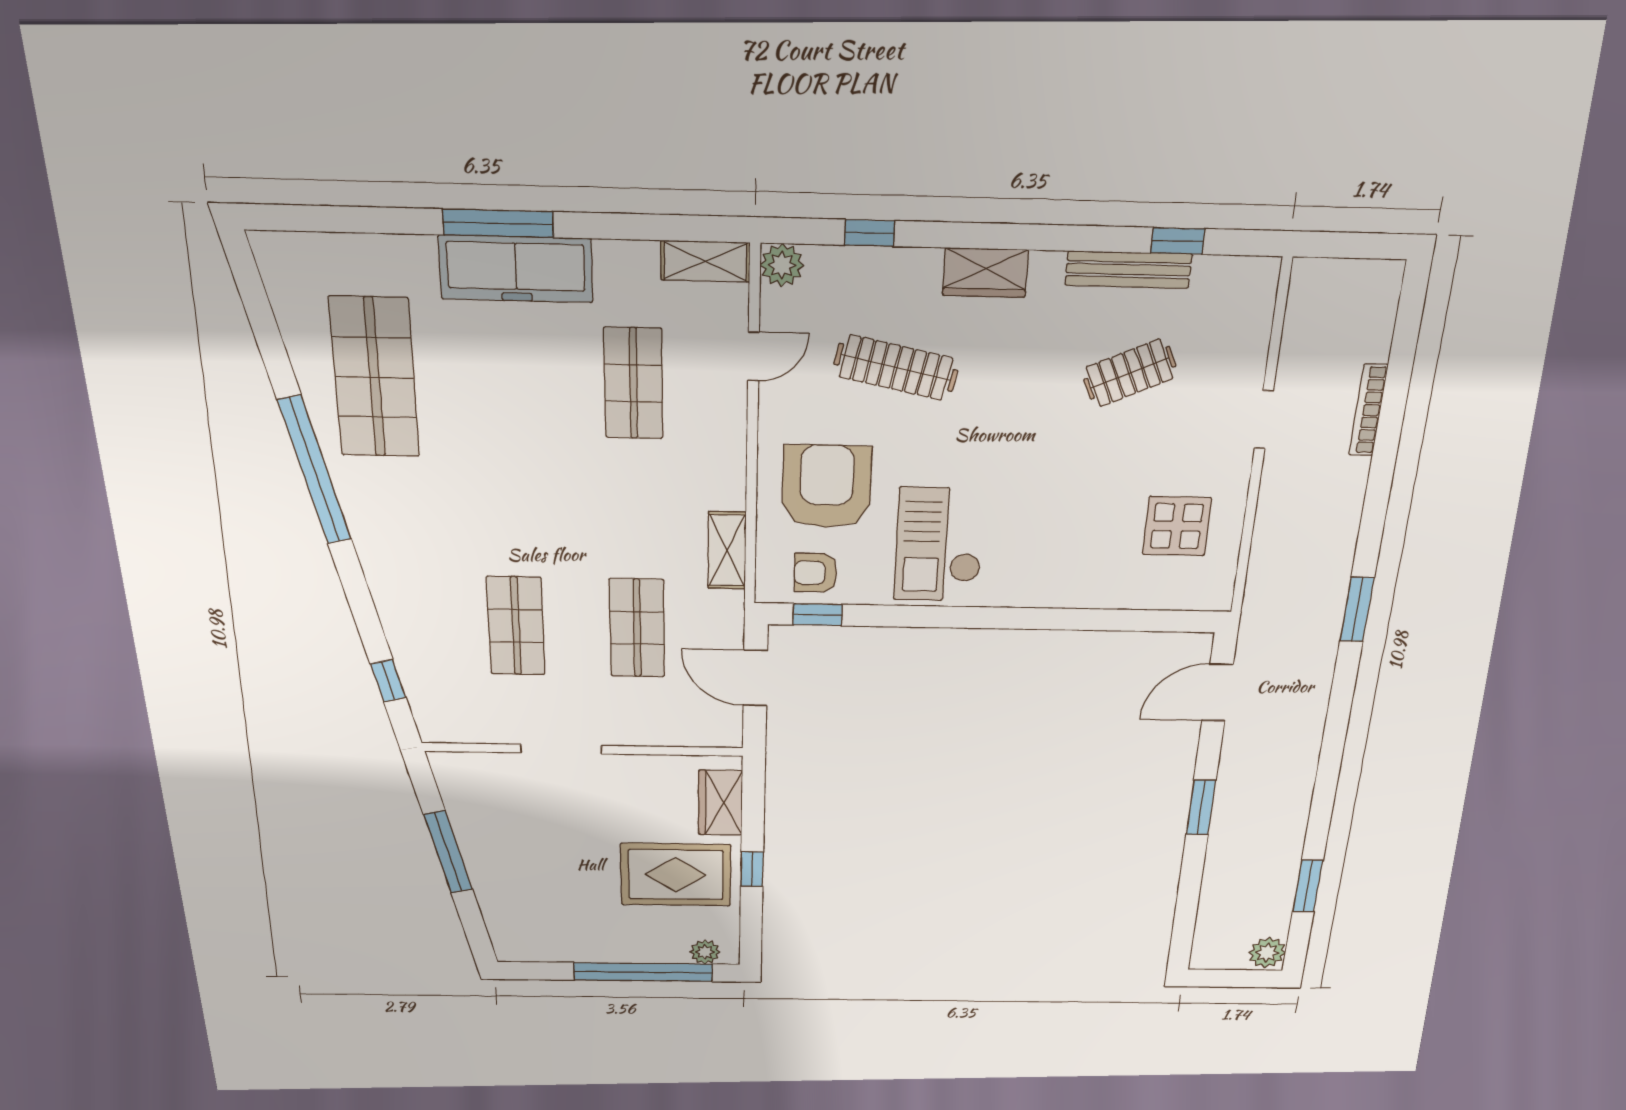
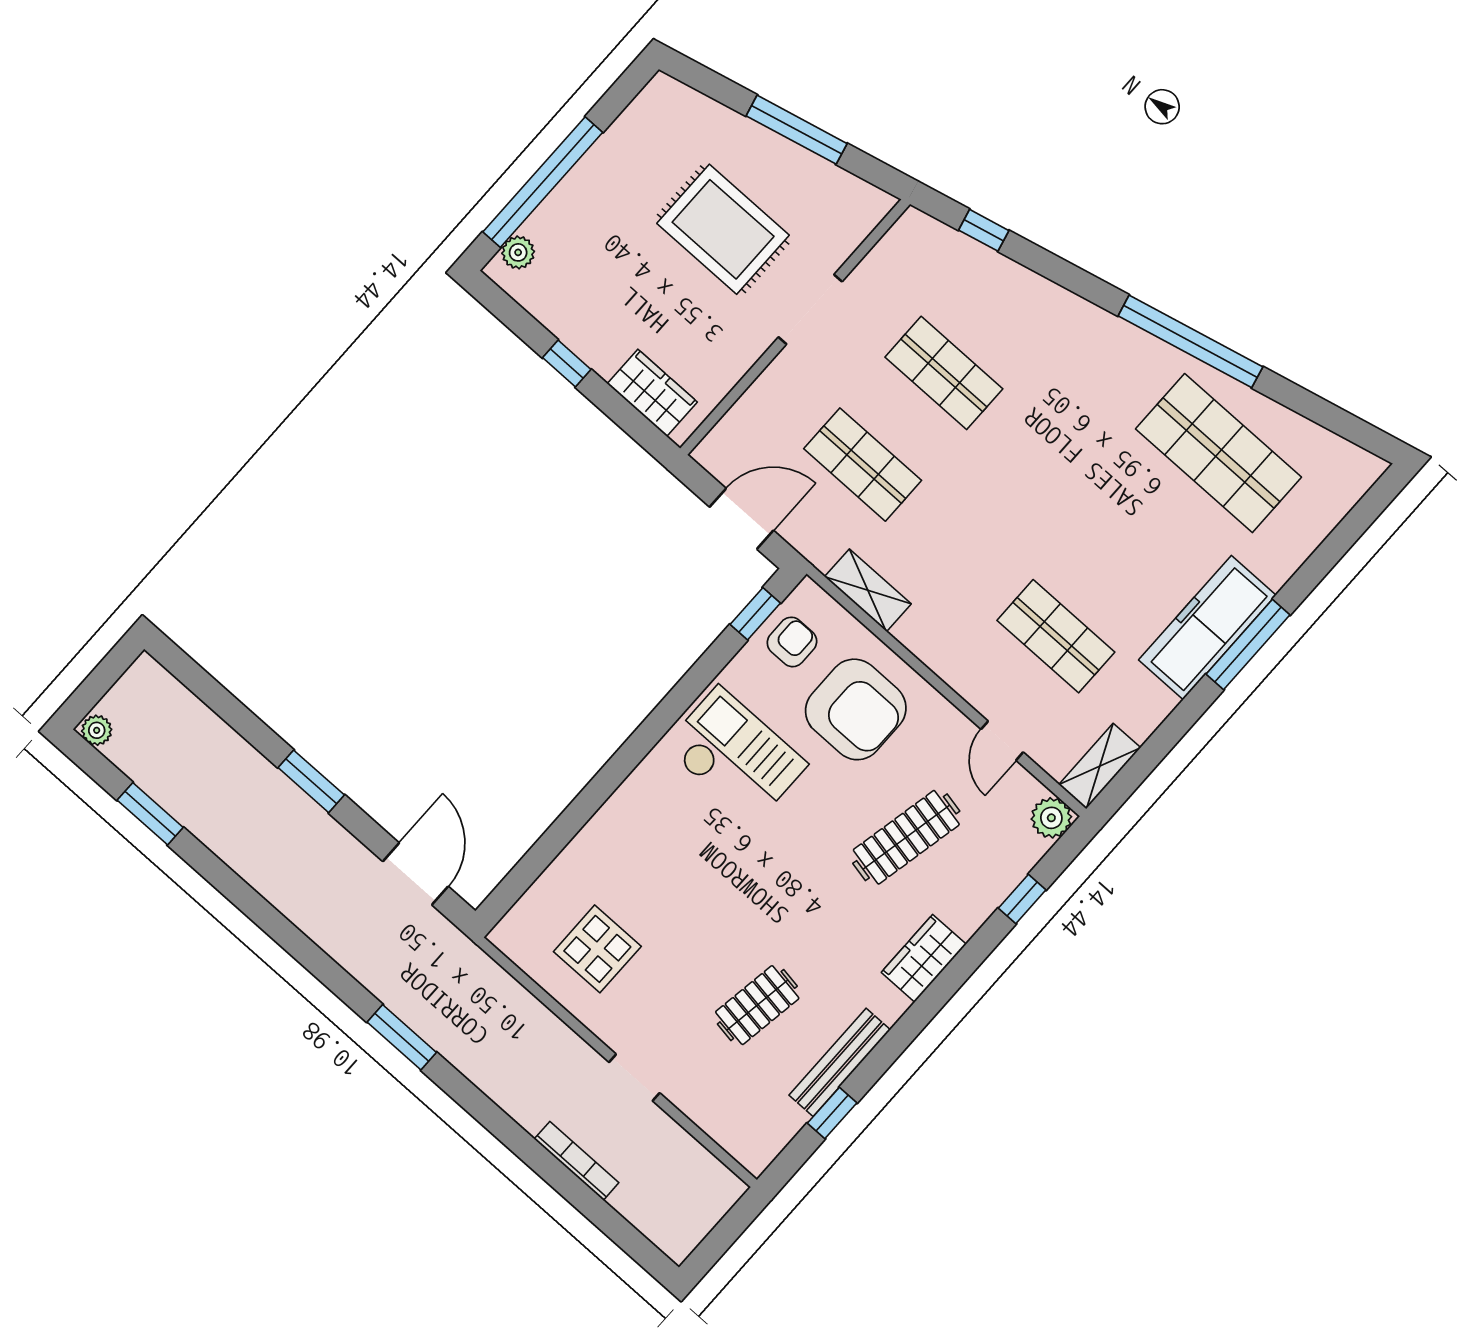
clothes rail: (1130, 373) -> (757, 1005), turned 33
rug: (676, 875) -> (723, 229), moved, turned 90
plant: (1267, 953) -> (97, 730), width x0.73, depth x0.73

